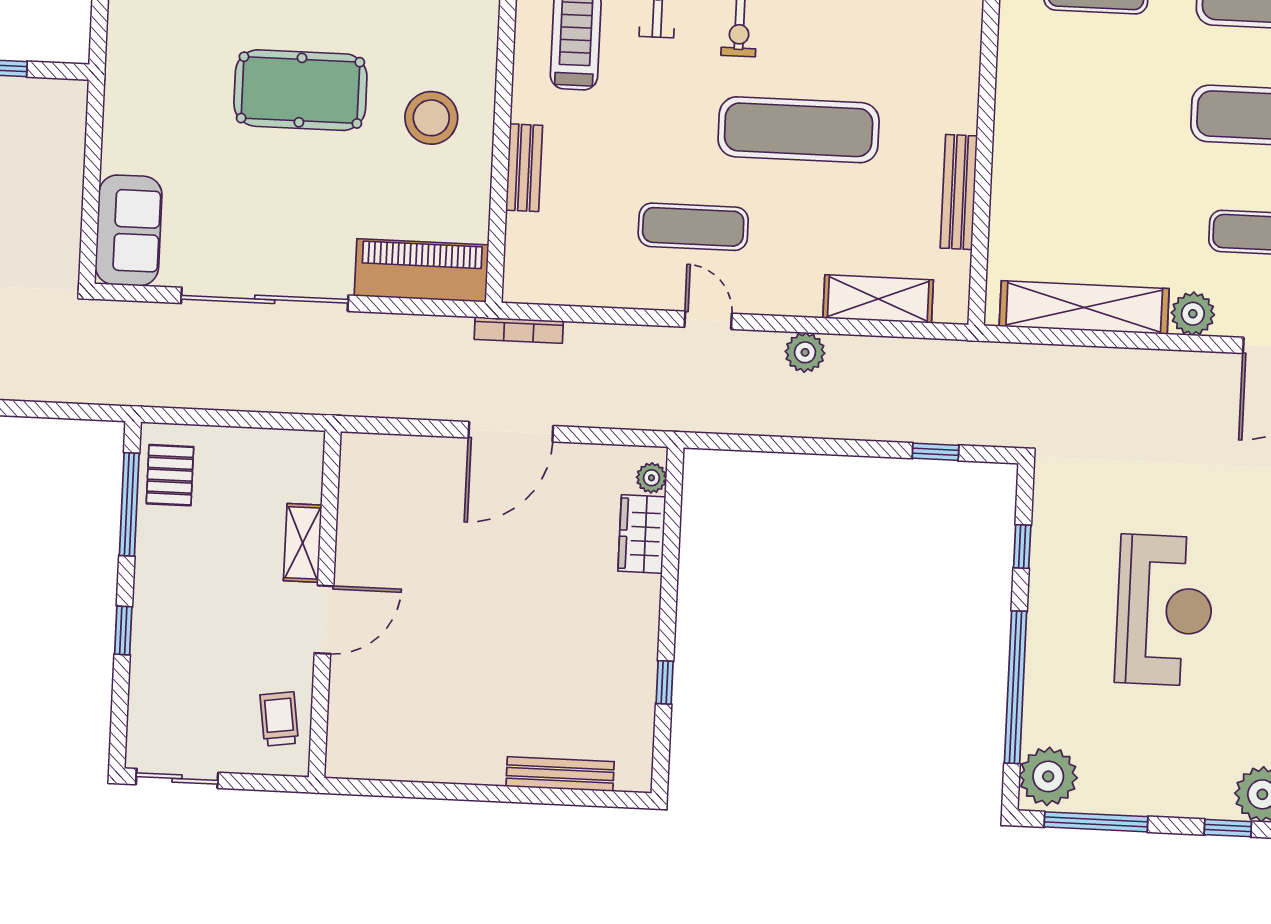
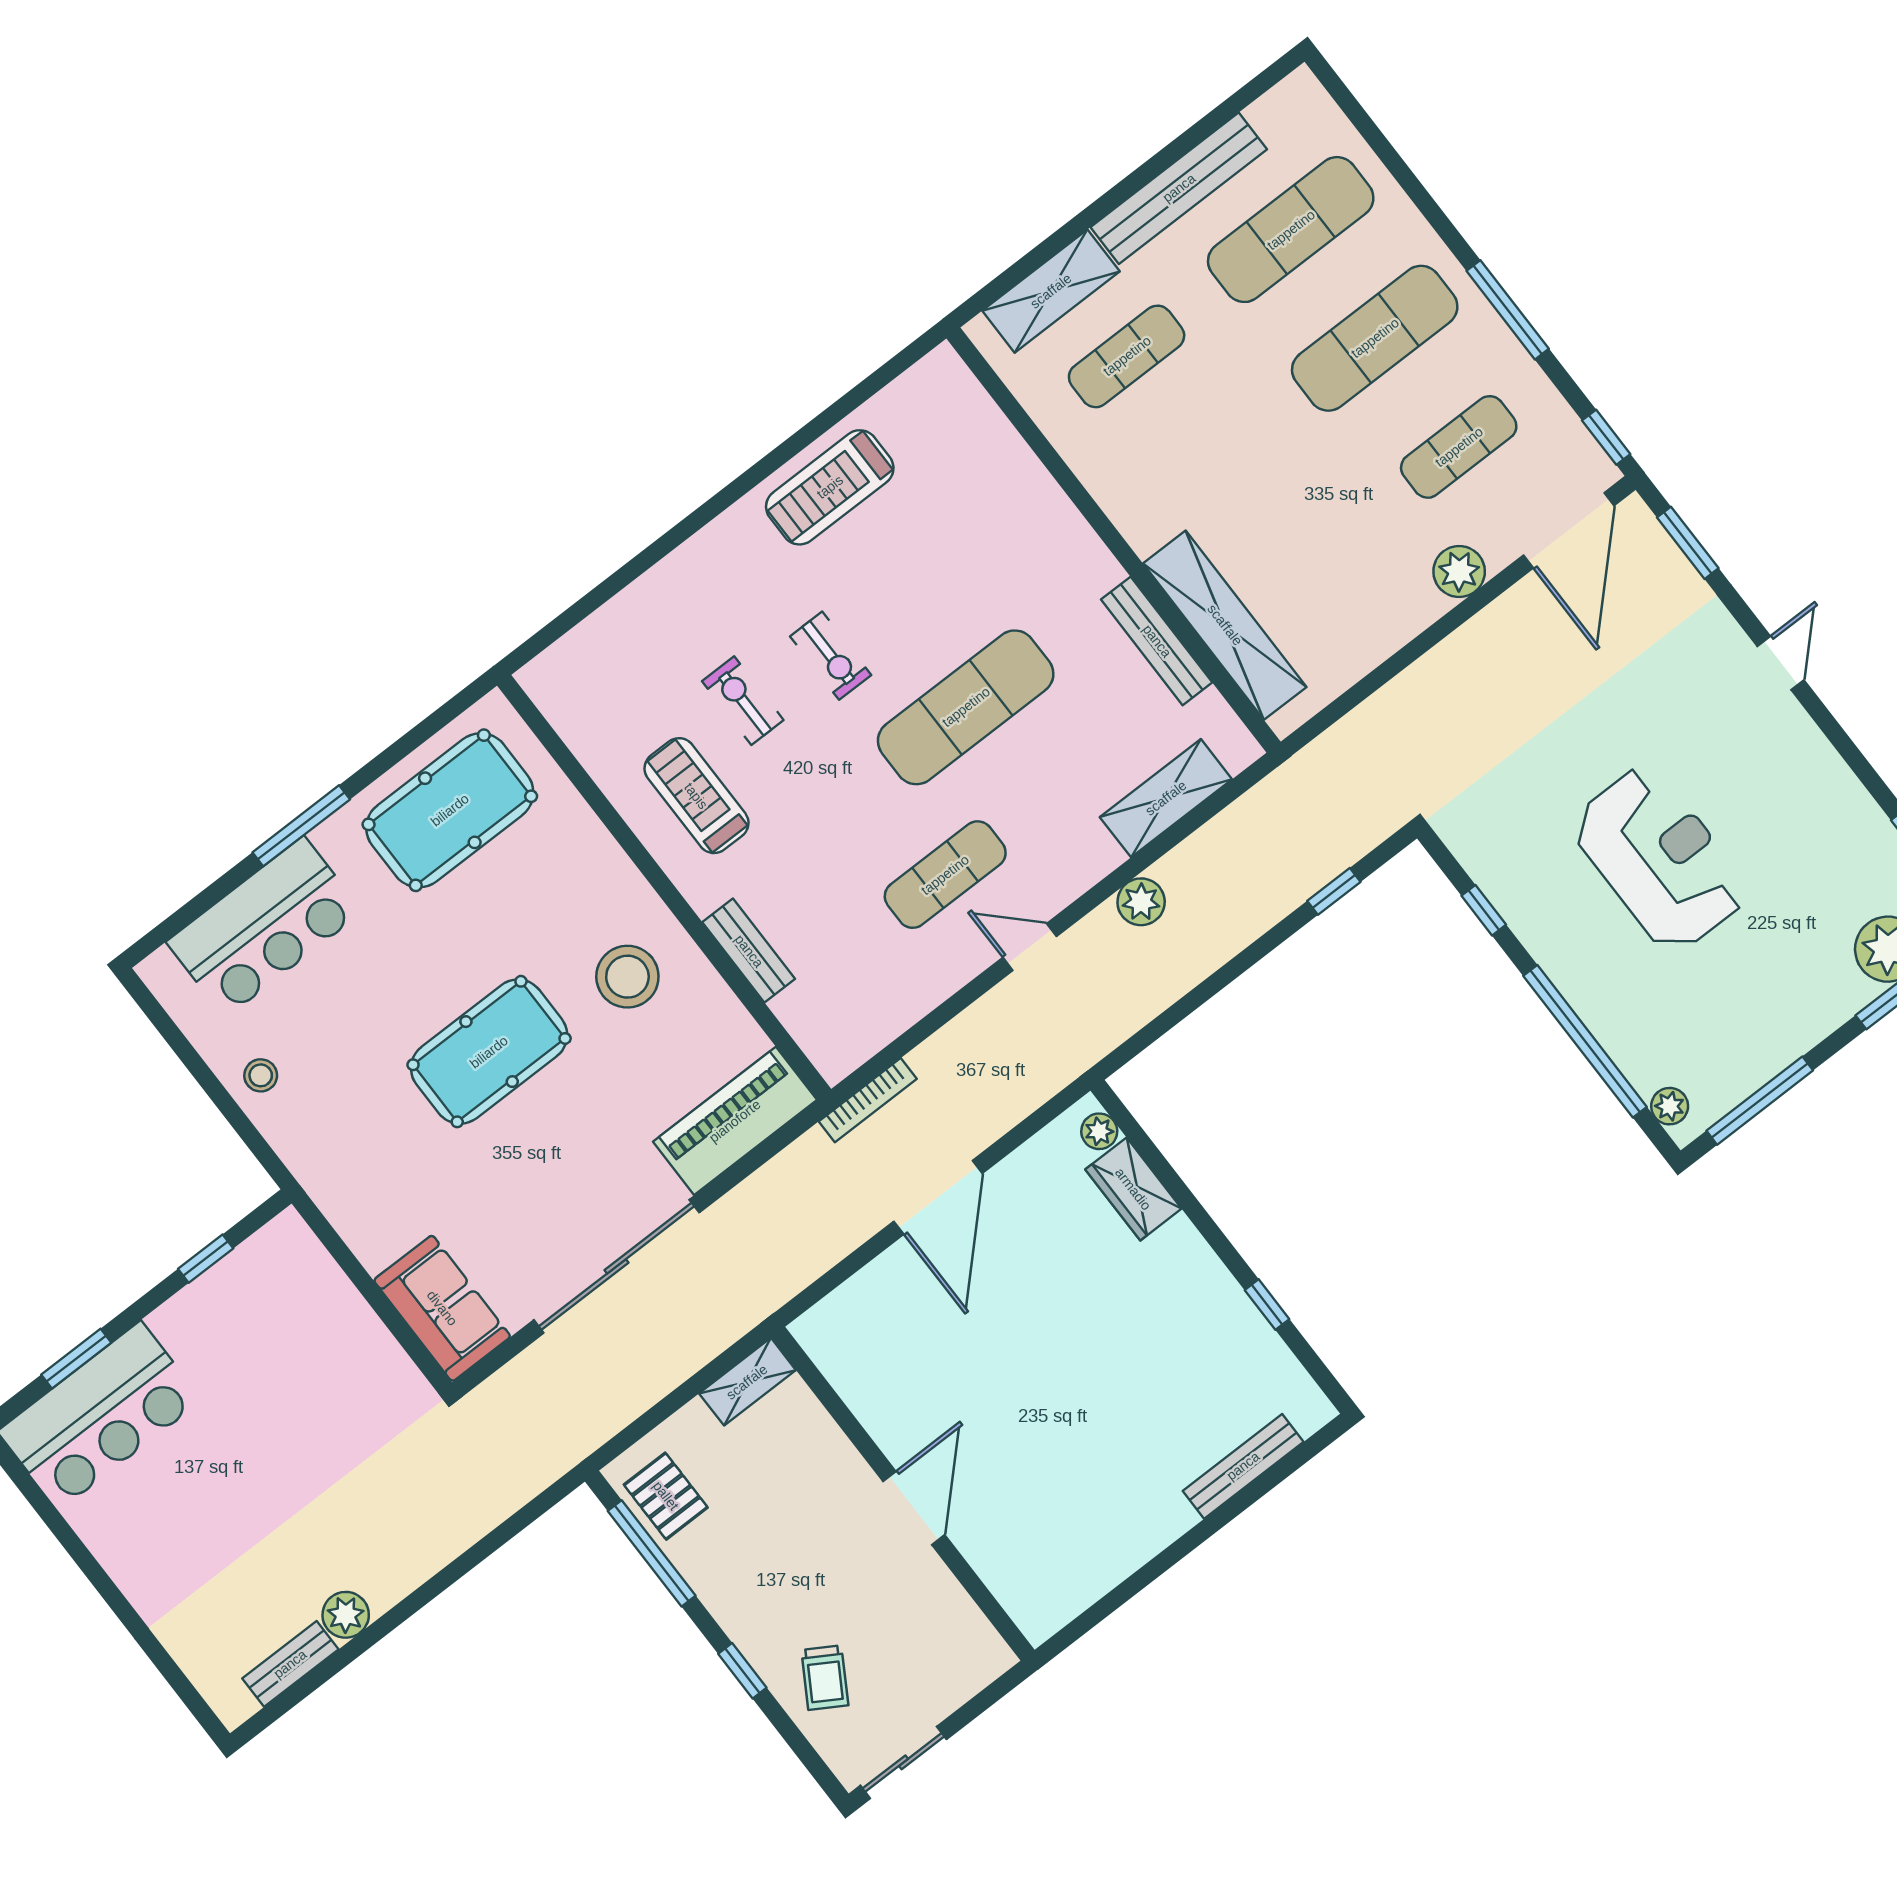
shelving: (1084, 307) -> (1225, 625), moved, turned 90
shelving: (303, 543) -> (747, 1382), moved, turned 90
trolley: (279, 719) -> (825, 1678), moved, turned -141
plant: (1048, 776) -> (1670, 1106), width x0.53, depth x0.53

